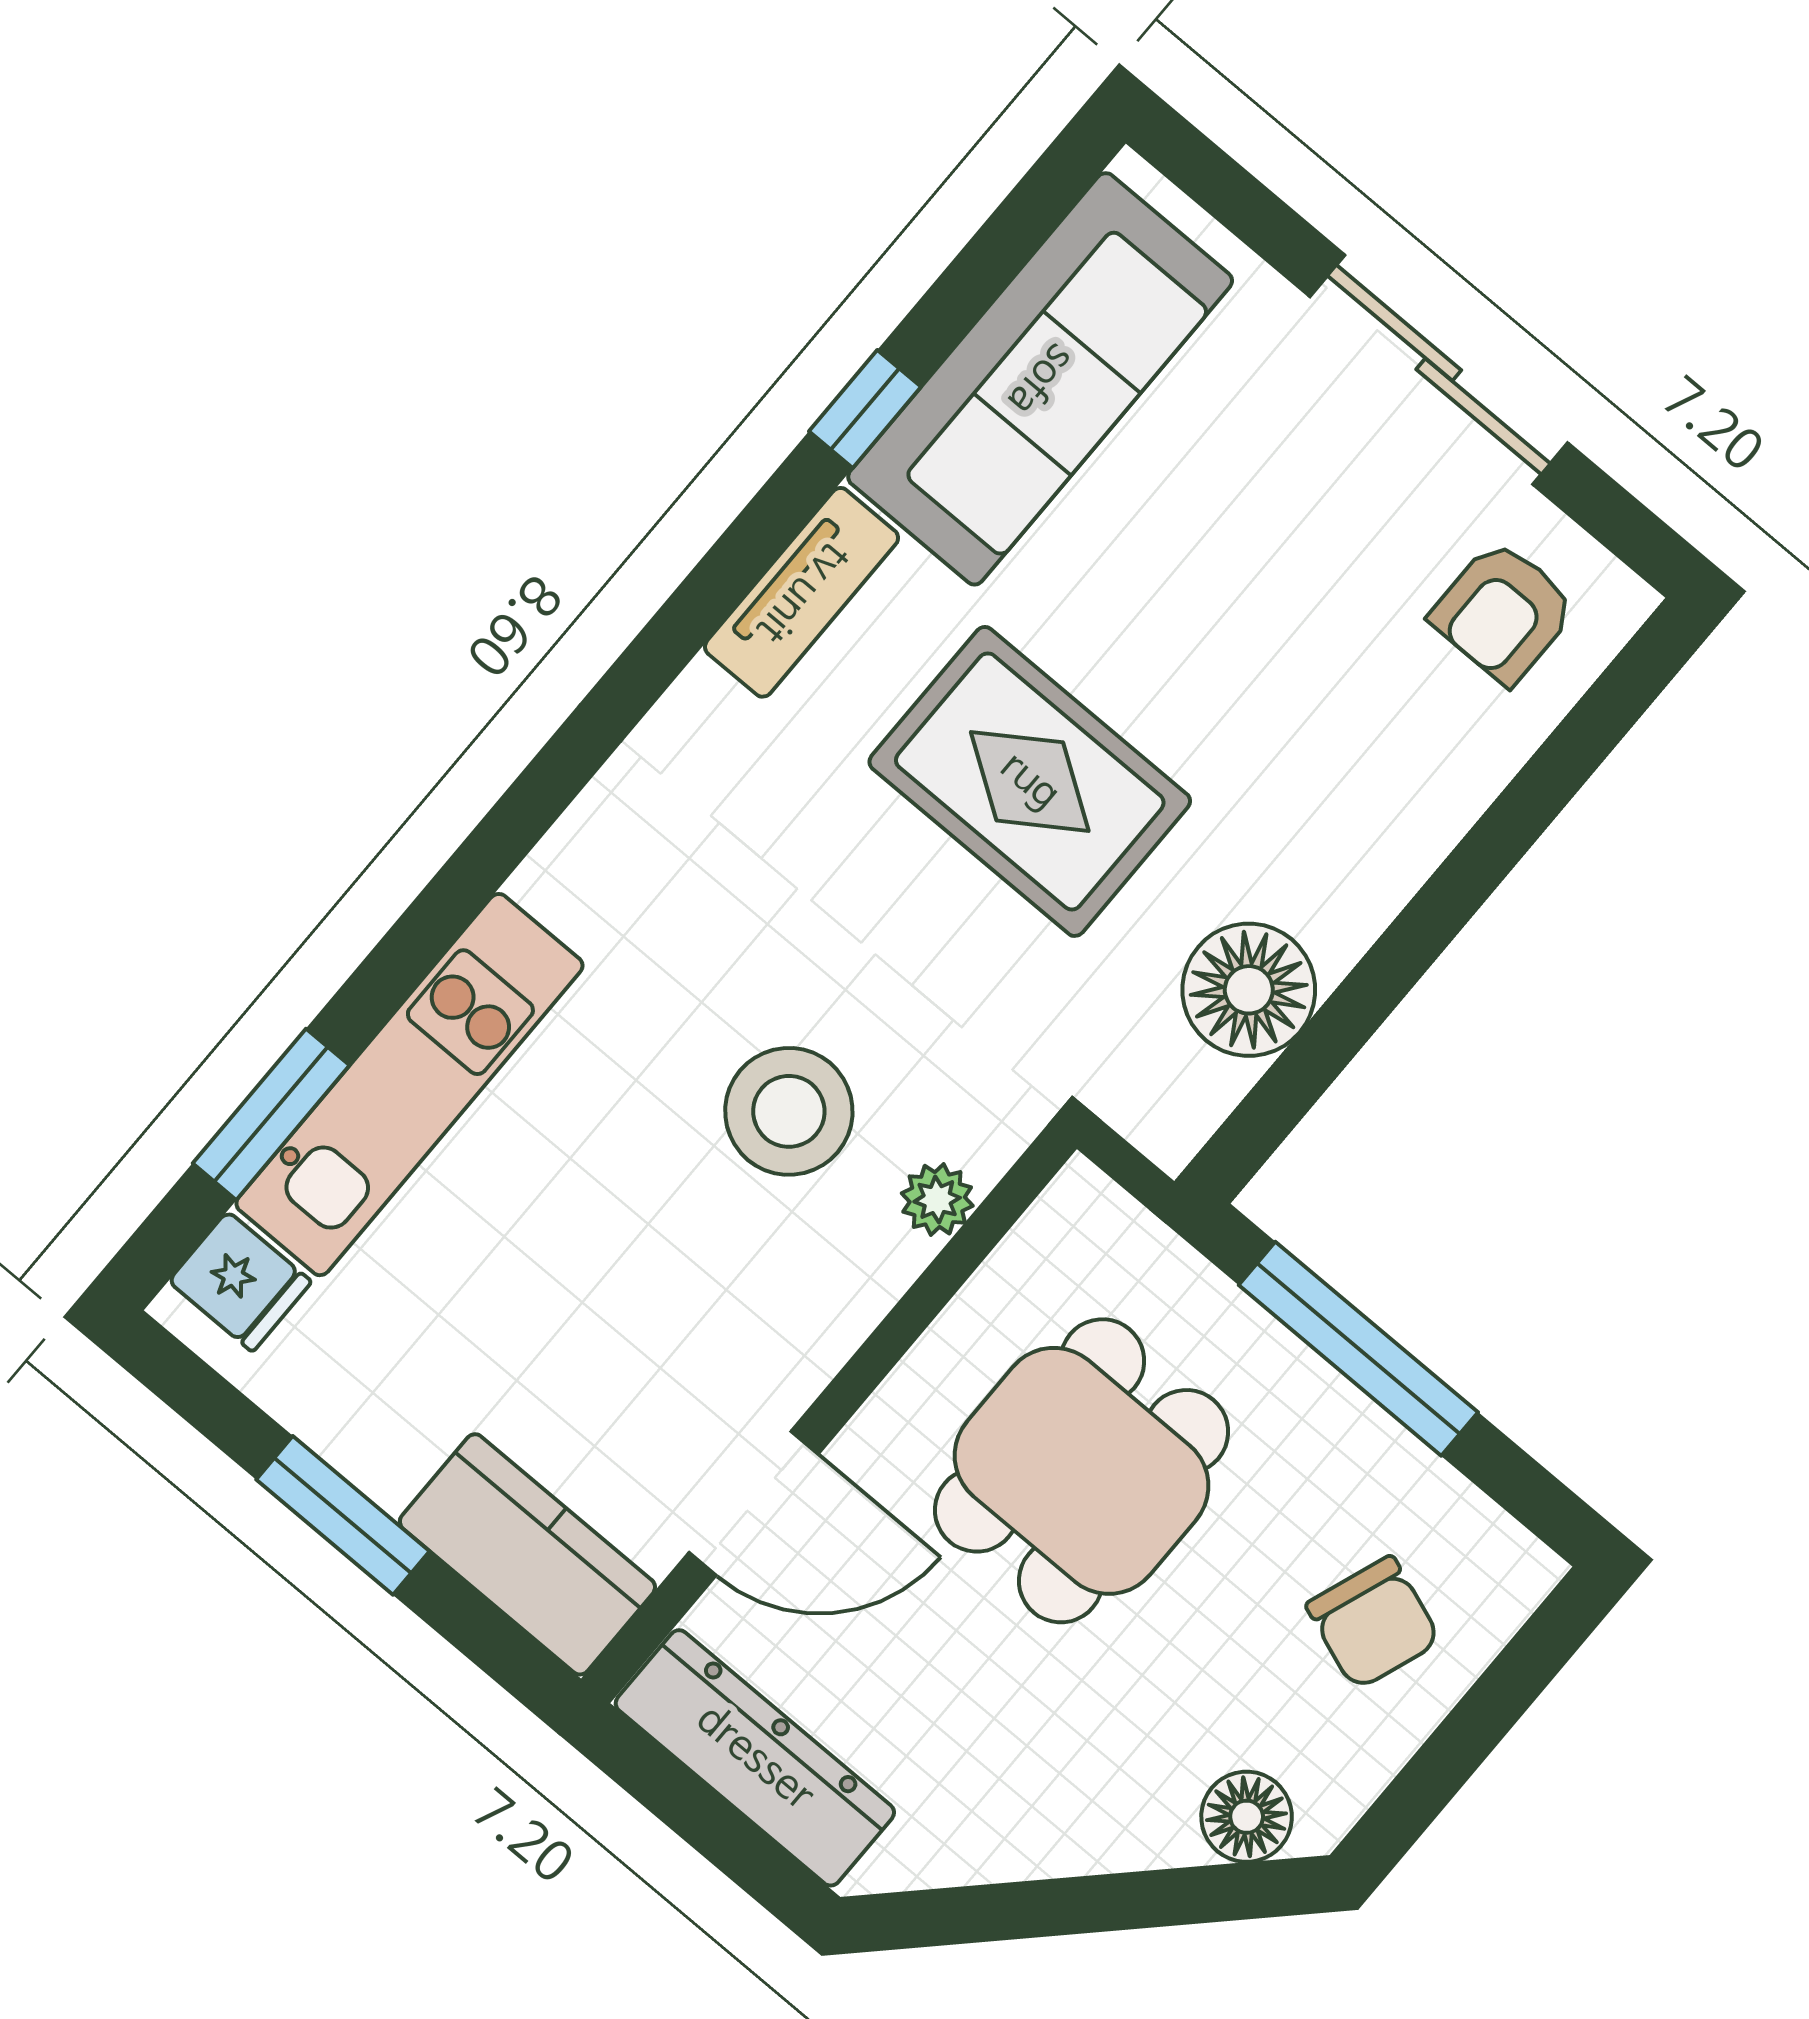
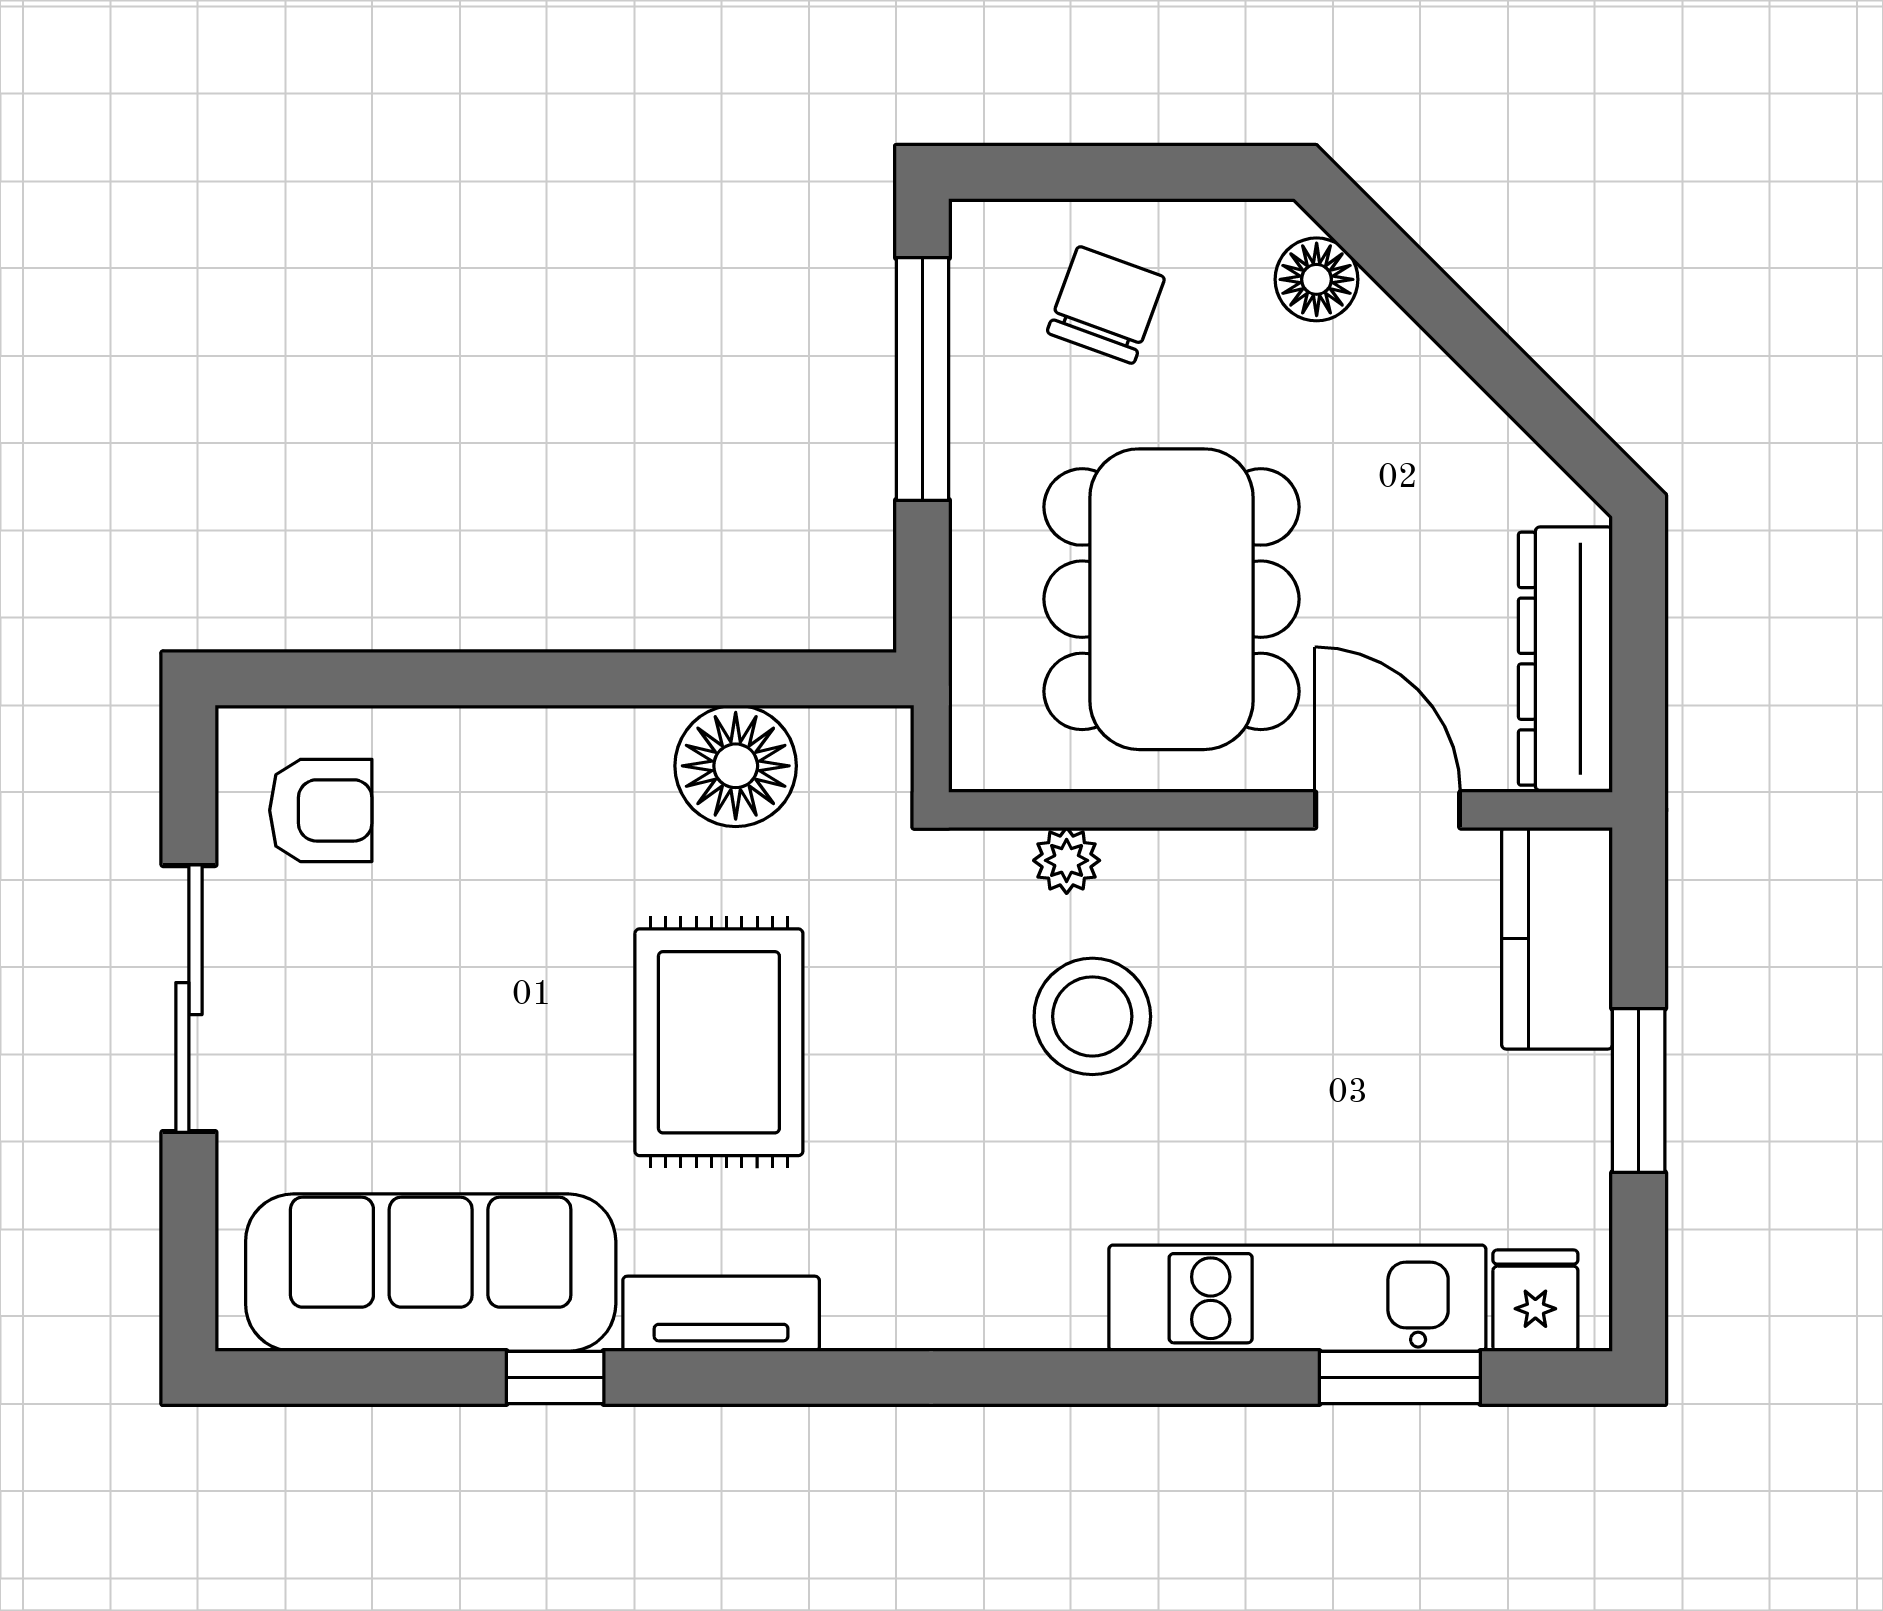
window: (1358, 1349) -> (923, 379), moved
dining table: (1082, 1471) -> (1171, 599), width x1.38

